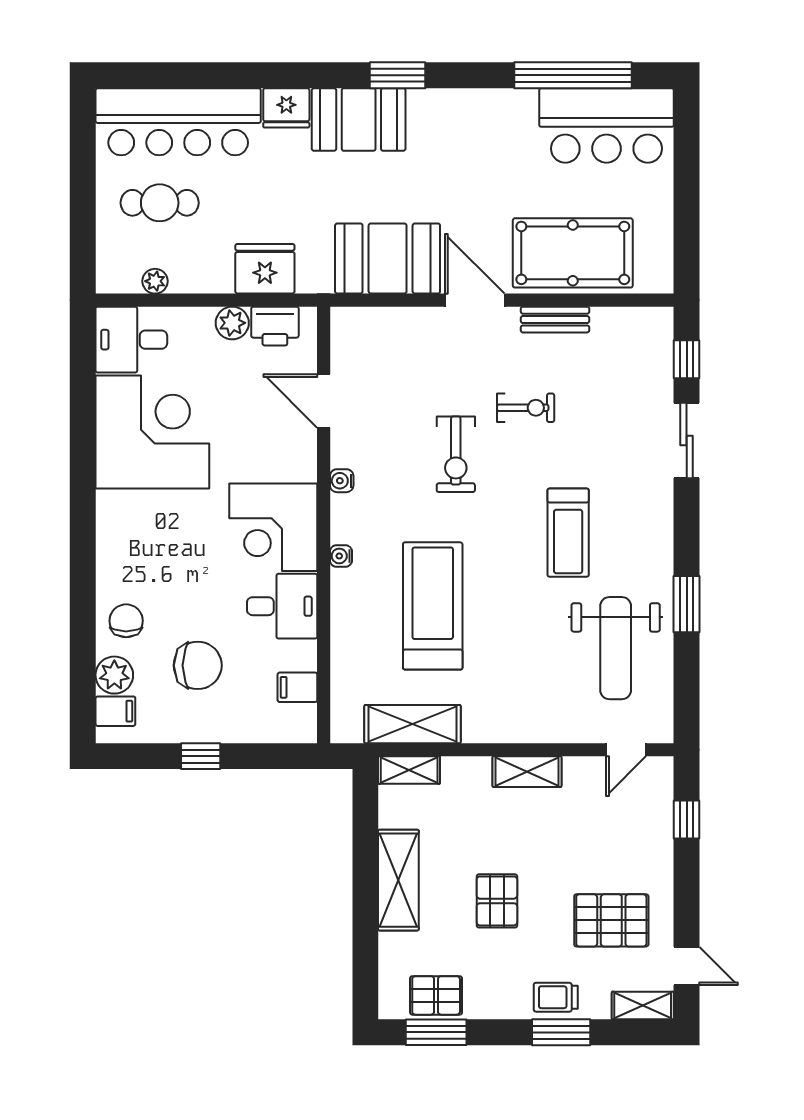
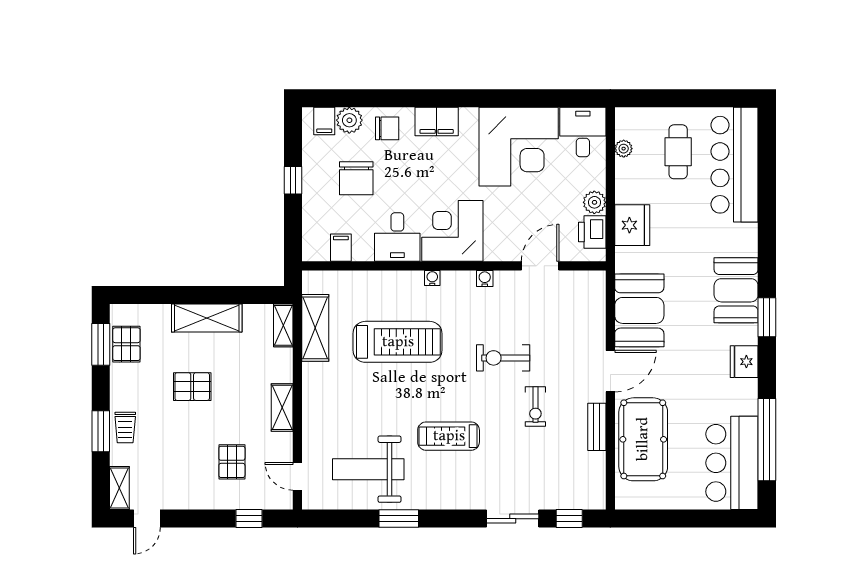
fridge: (286, 108) -> (744, 362), moved
filing cabinet: (116, 550) -> (437, 121), added
pallet: (611, 920) -> (232, 462), moved, width x0.67, depth x0.71
trolley: (556, 997) -> (125, 428), turned 180

